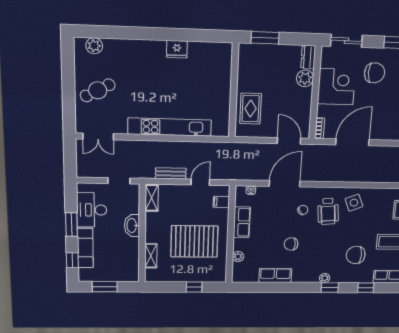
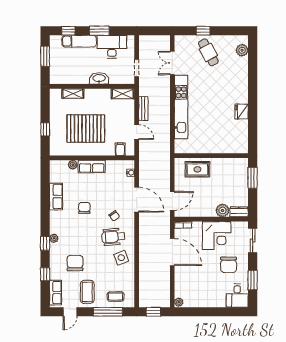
window: (69, 96) -> (203, 31), added
double door: (98, 136) -> (172, 63), moved
row of seats: (242, 222) -> (92, 166), moved
pallet: (194, 241) -> (86, 129), turned 90

